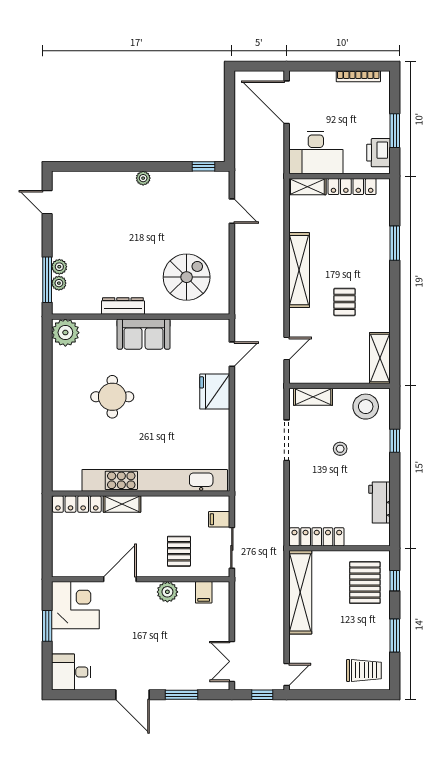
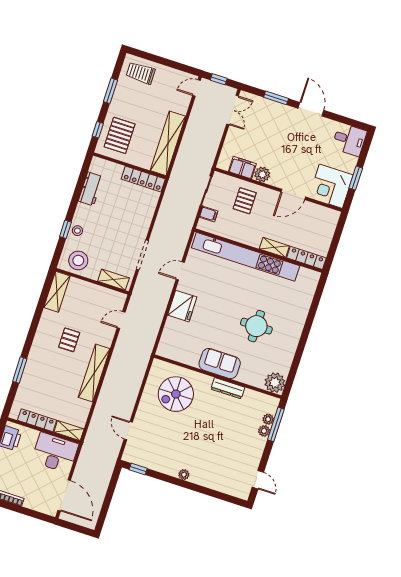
door: (232, 354) -> (180, 271), moved
stool: (340, 449) -> (77, 231), moved
filing cabinet: (204, 592) -> (242, 168), width x2.00

